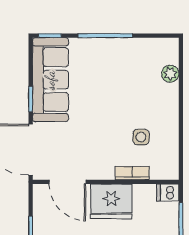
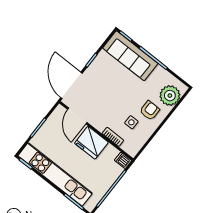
plant: (170, 74) -> (170, 96), width x1.87, depth x1.87
sofa: (50, 80) -> (130, 56), moved, turned 90
armchair: (152, 104) -> (150, 111), added

